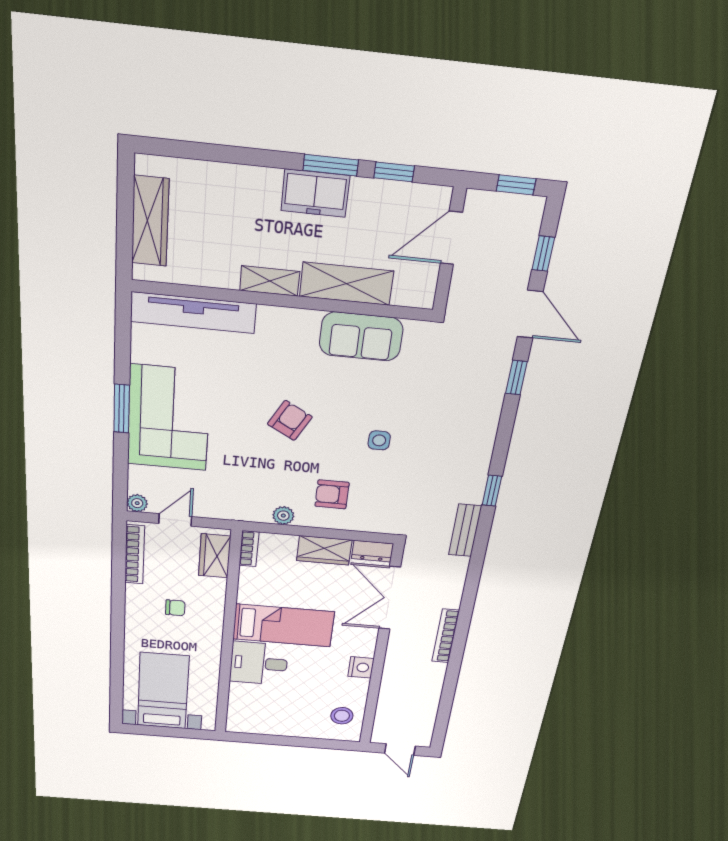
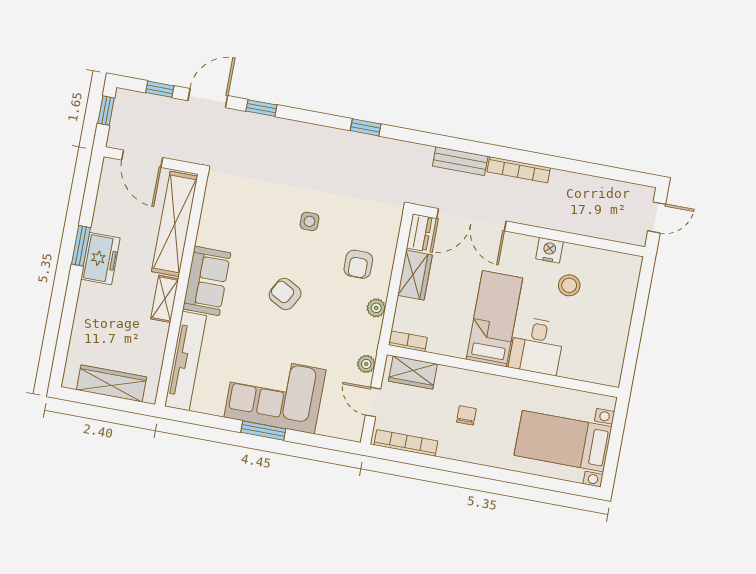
window: (394, 172) -> (89, 200), removed
shelving: (346, 284) -> (175, 224), width x1.47
sofa: (361, 337) -> (207, 281), moved
plant: (137, 503) -> (366, 364), moved
bench: (465, 530) -> (460, 161), moved
stool: (342, 716) -> (569, 285), moved

